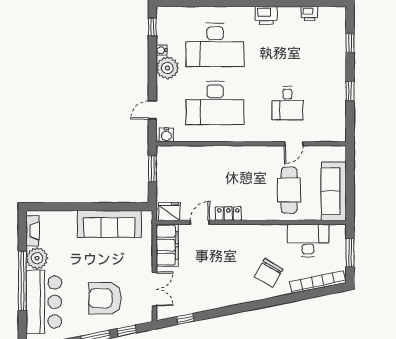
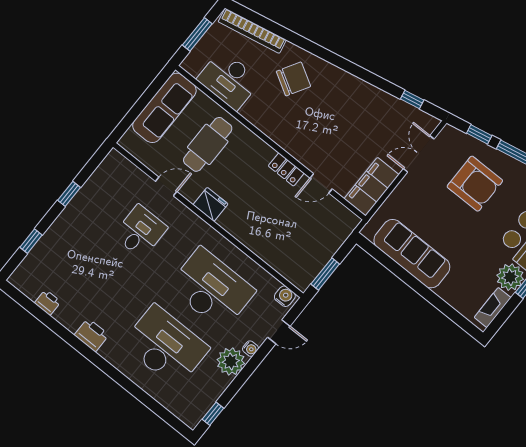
water cooler: (162, 50) -> (250, 349), moved
fridge: (169, 211) -> (210, 204), moved, turned 180

